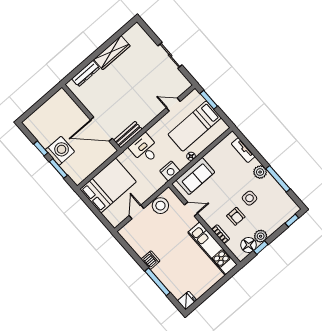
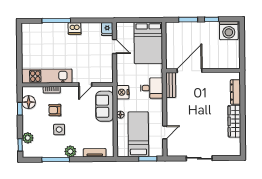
washing machine: (60, 151) -> (229, 31), moved
stool: (160, 206) -> (105, 66), removed
plant: (261, 236) -> (28, 138), moved
fridge: (187, 300) -> (107, 29), moved

